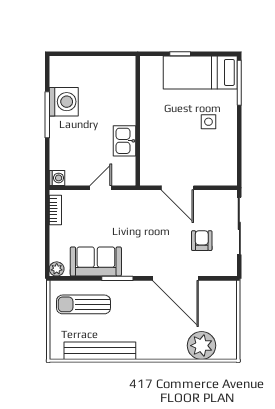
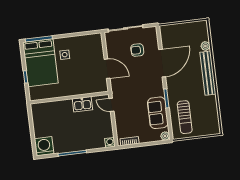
bed: (200, 72) -> (40, 63), width x1.50
washing machine: (64, 102) -> (44, 146), moved
door: (101, 188) -> (111, 105), moved
door: (177, 188) -> (107, 69), hinge flipped
plant: (202, 346) -> (205, 46), width x0.53, depth x0.53
bench: (100, 351) -> (208, 73), moved

